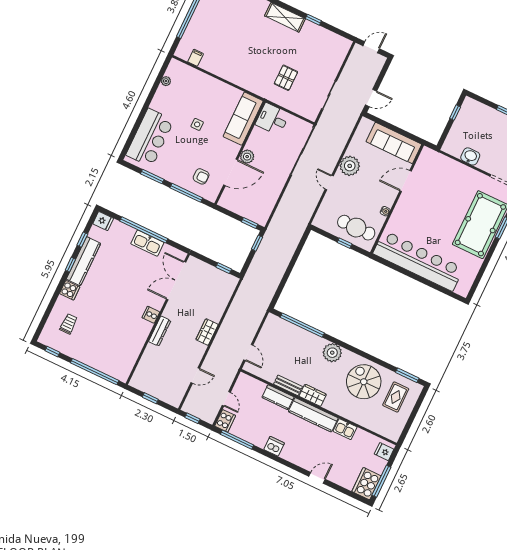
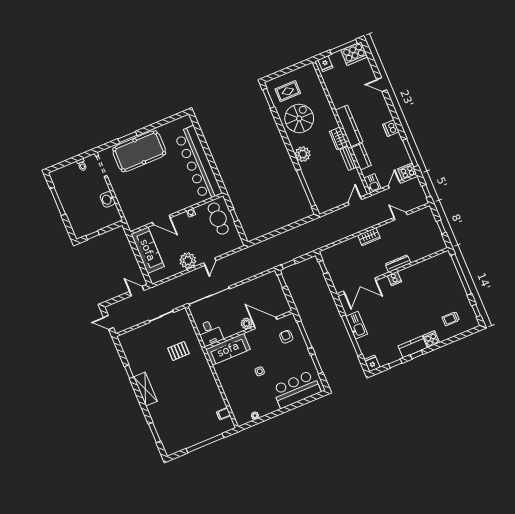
kitchen counter: (84, 261) -> (413, 347), width x0.67
spiral stairs: (364, 382) -> (299, 118), turned 180
kitchen sink: (345, 429) -> (372, 183), moved

